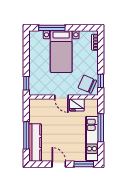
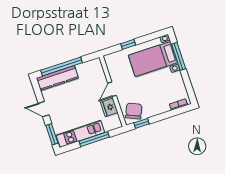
bed with nightstands: (61, 52) -> (153, 59), moved
window: (26, 83) -> (128, 44), moved
window: (26, 135) -> (62, 67), width x1.46
door: (59, 164) -> (44, 109), swing flipped

